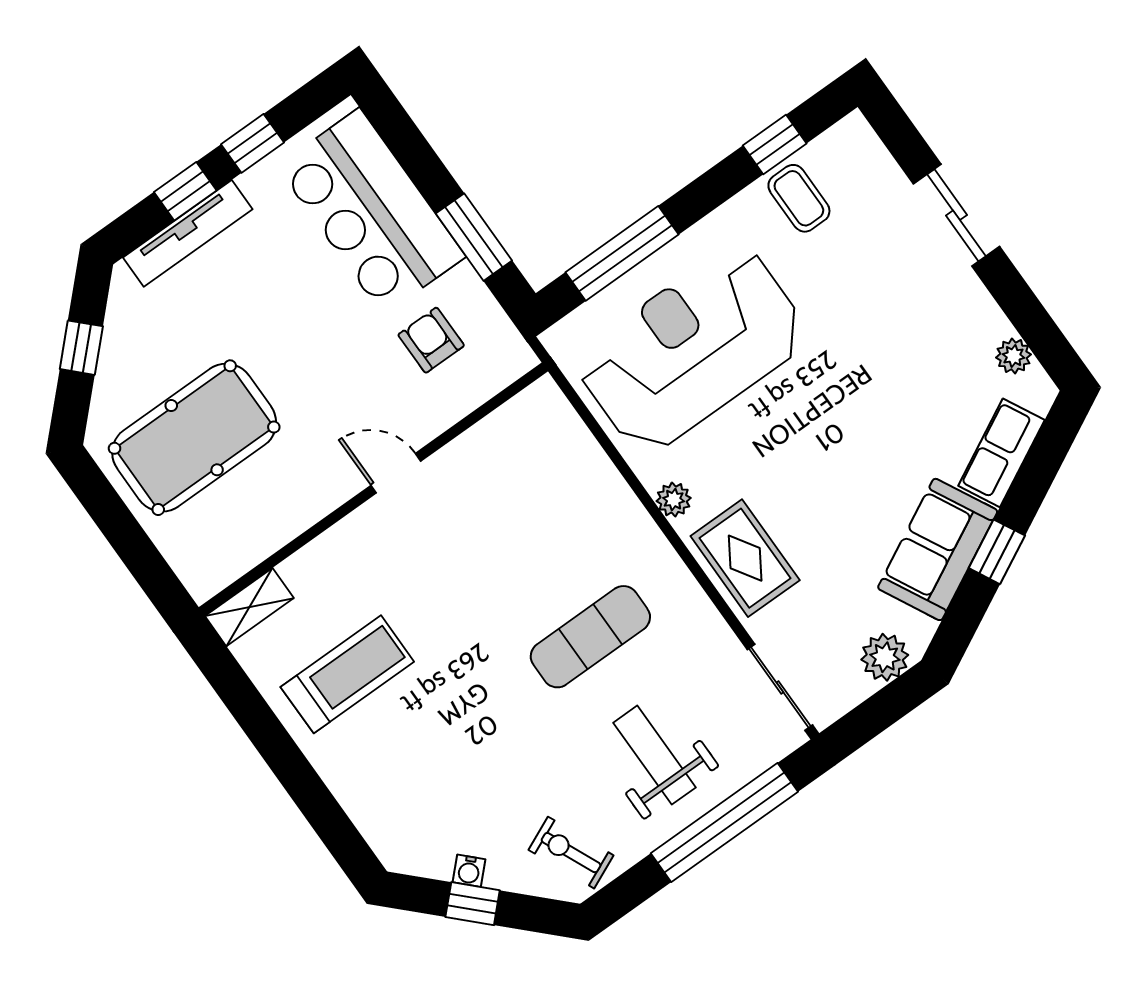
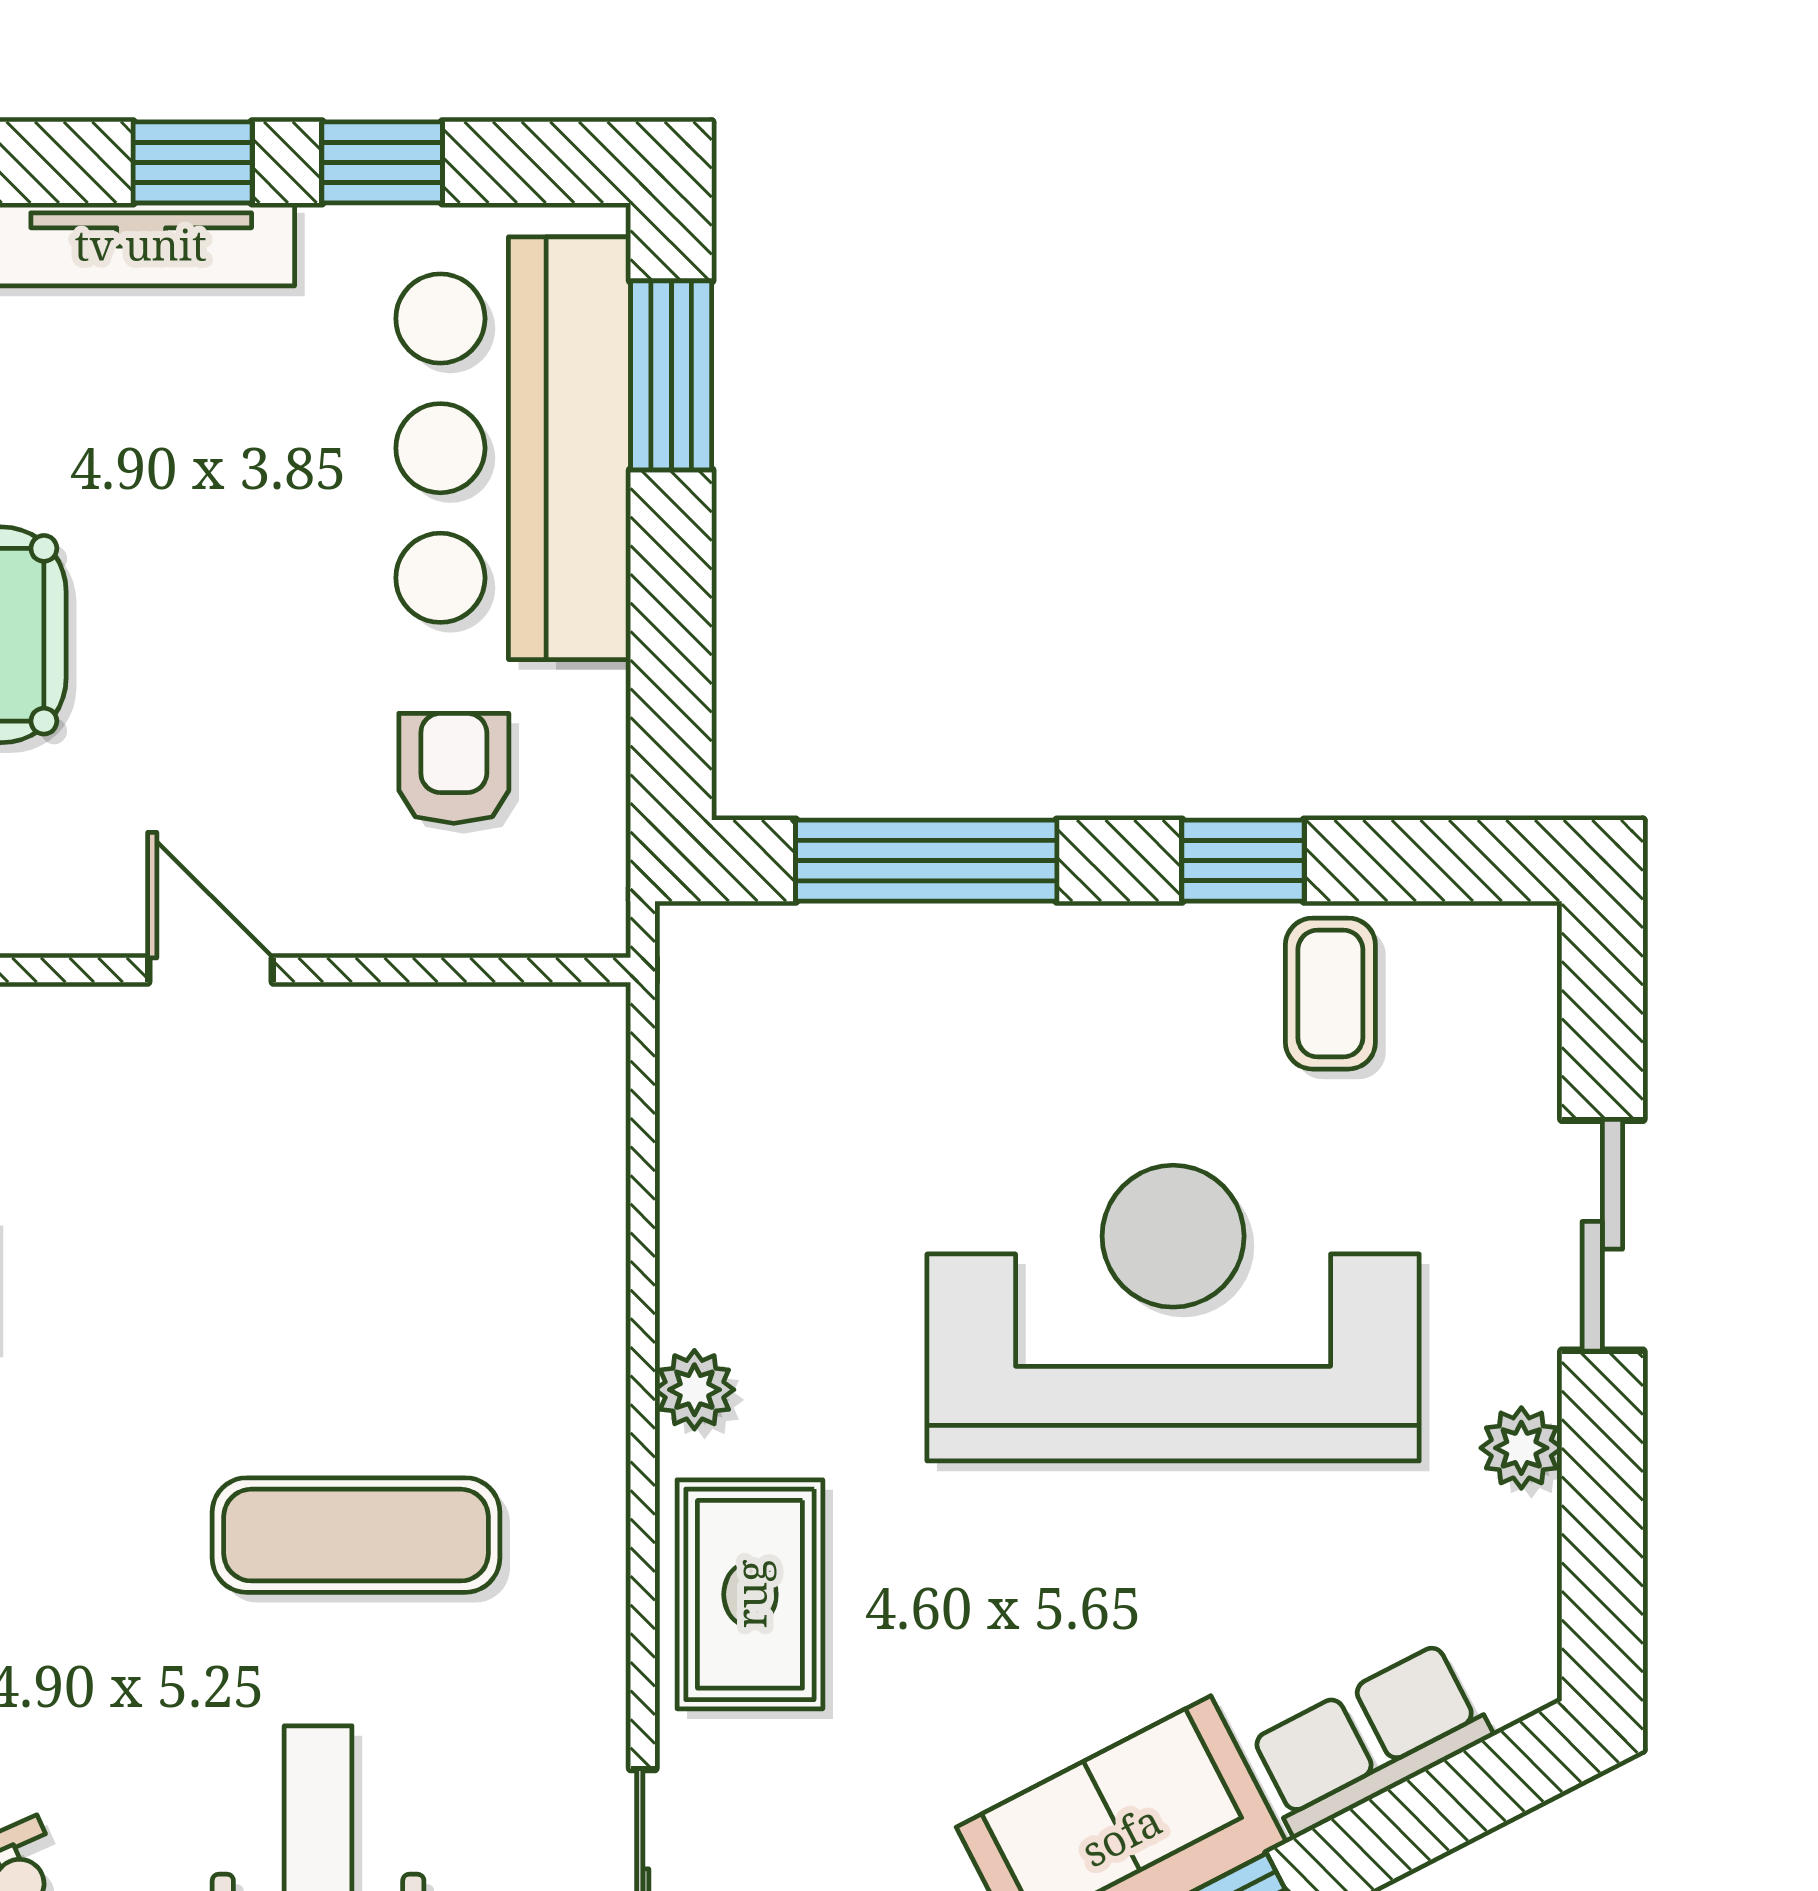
window: (775, 145) -> (1243, 861), moved
window: (474, 237) -> (671, 375), moved
reception desk: (692, 349) -> (1173, 1313), moved
plant: (1014, 356) -> (1521, 1448), moved

